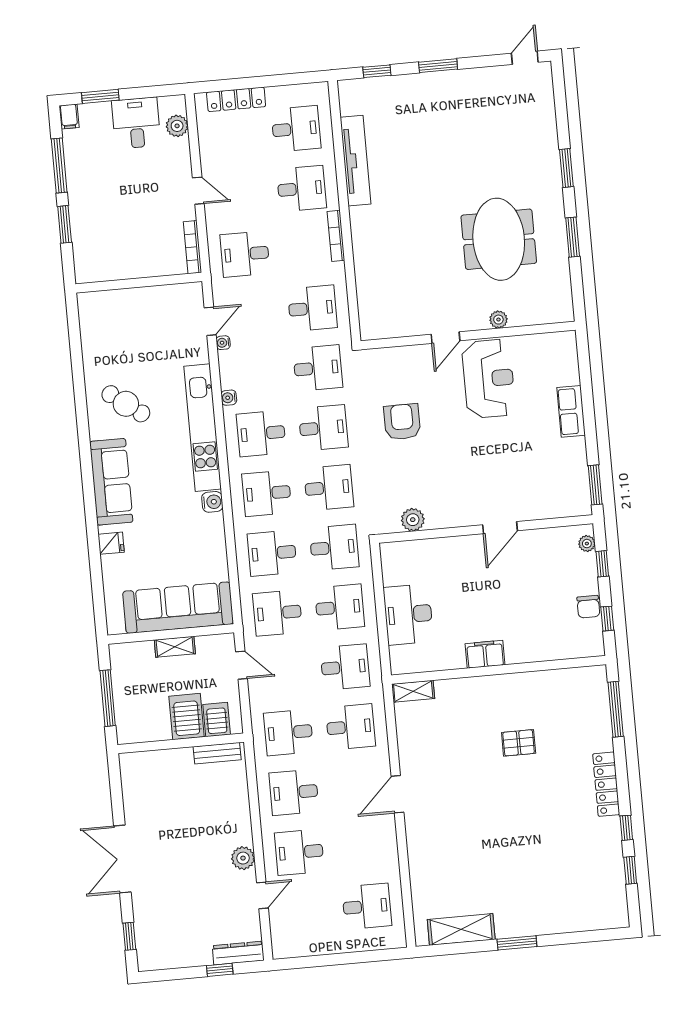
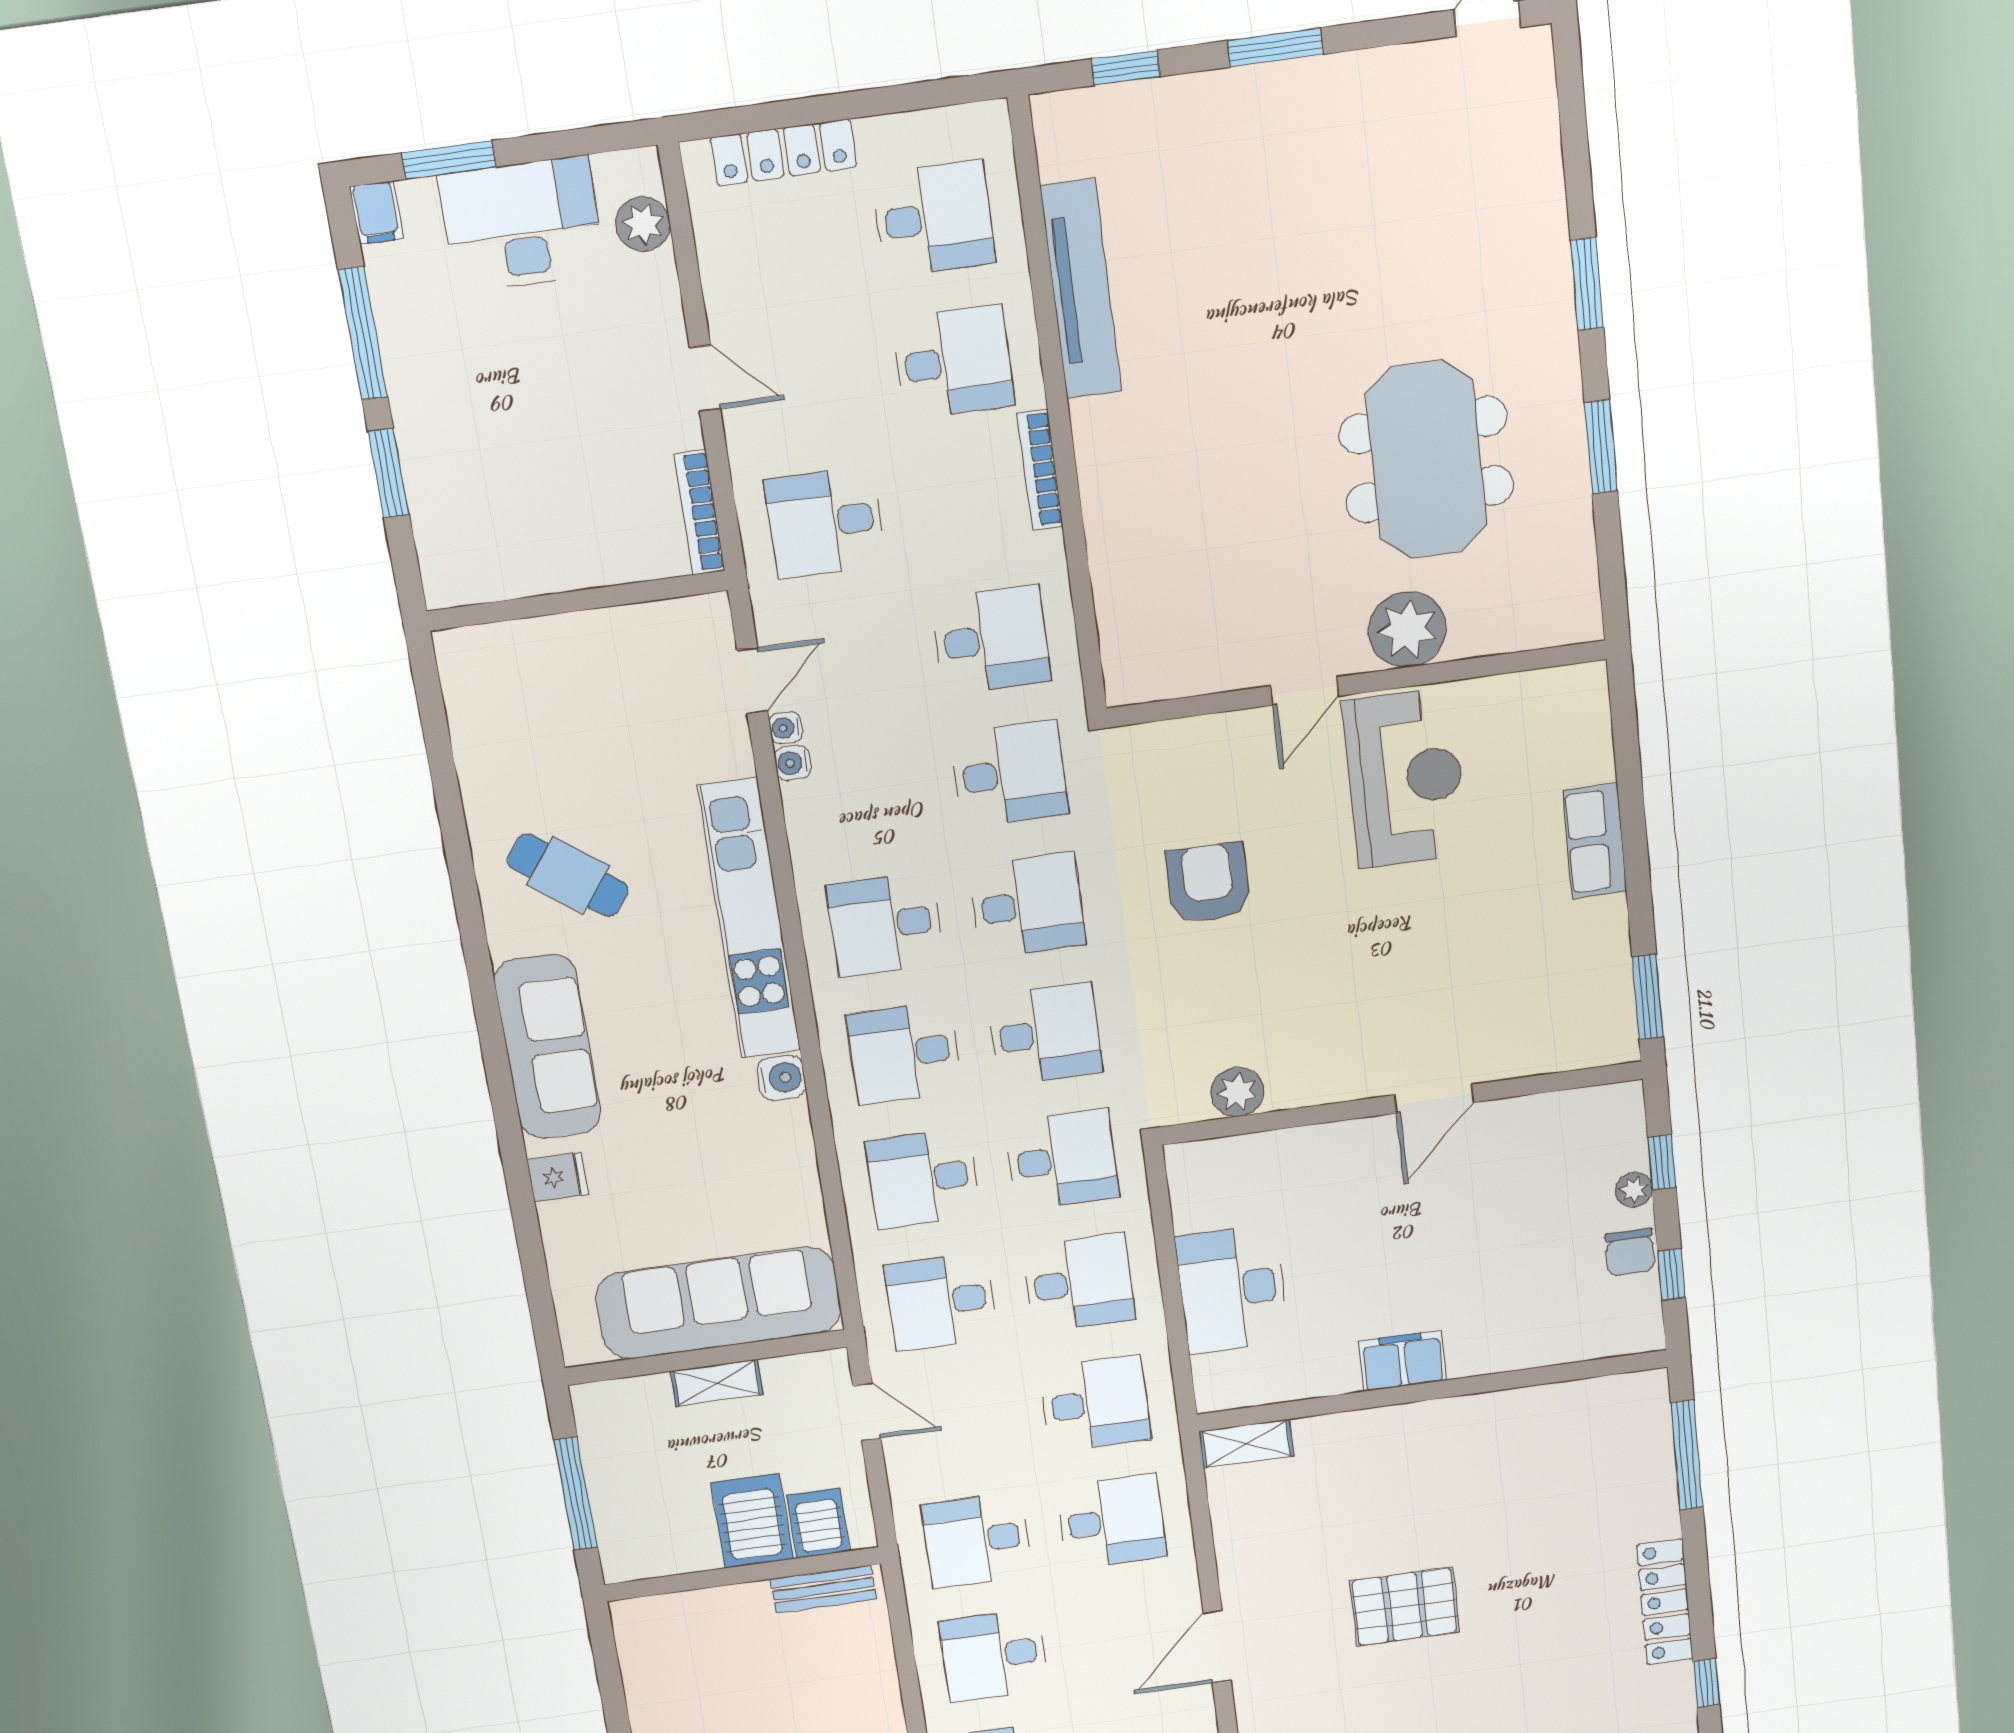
desk: (136, 123) -> (522, 224), width x1.37
plant: (498, 320) -> (1407, 629), width x1.88, depth x1.88
water cooler: (229, 398) -> (793, 763), moved
plant: (587, 544) -> (1634, 1190), moved
pallet: (519, 743) -> (1405, 1607), moved, width x1.50, depth x1.42

